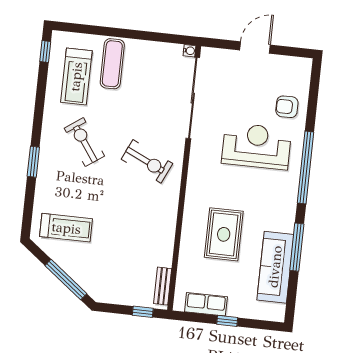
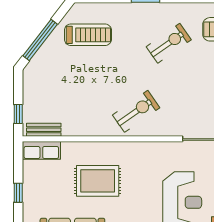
exercise bike: (147, 161) -> (136, 111), moved, turned -150
treadmill: (66, 228) -> (88, 35), turned -90
row of seats: (206, 304) -> (41, 150), moved, turned 90

